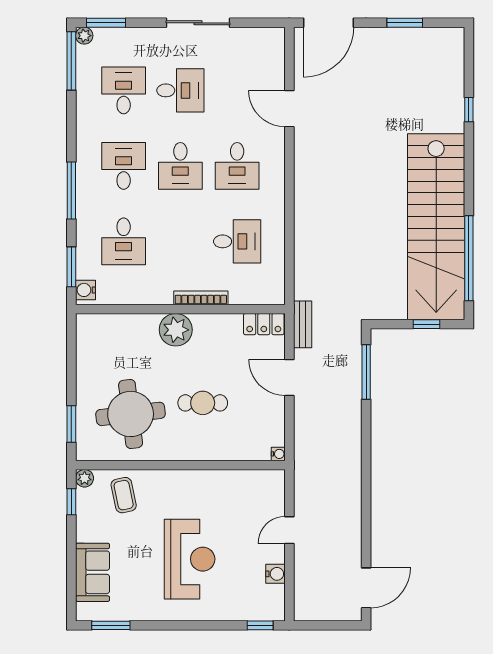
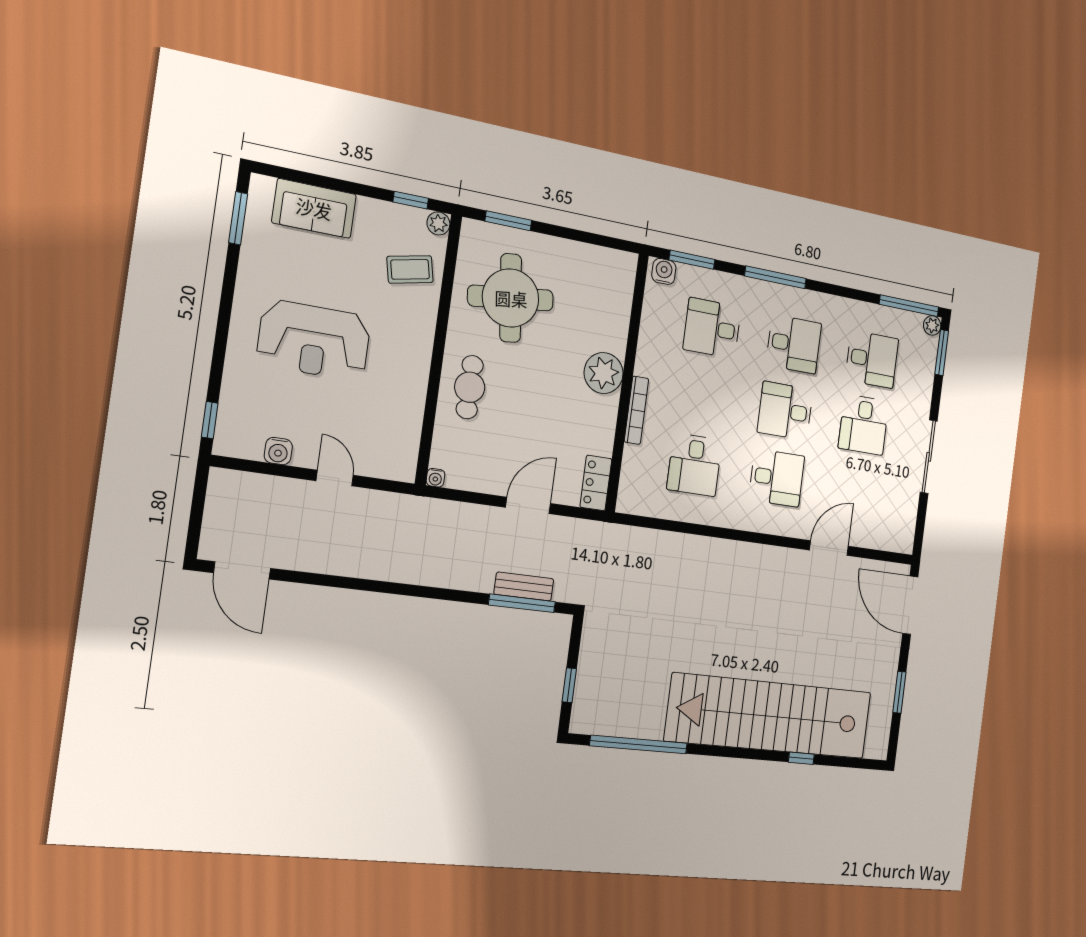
desk: (237, 166) -> (777, 478), turned 180
stairs: (436, 227) -> (770, 716), moved
bench: (303, 324) -> (524, 587), moved
cafe table: (203, 403) -> (470, 387), moved

